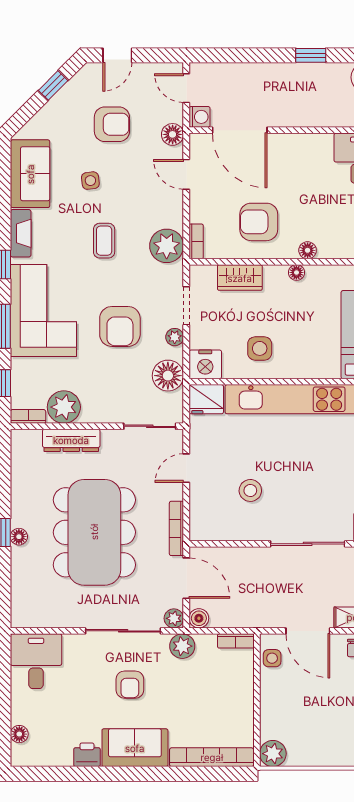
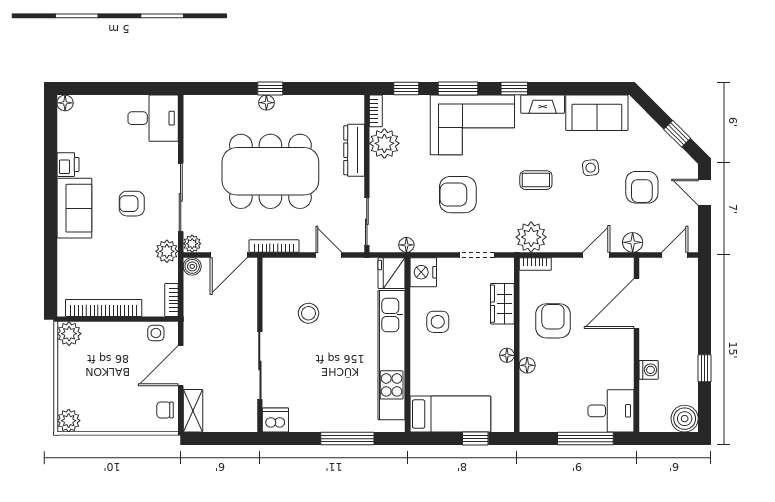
washing machine: (200, 117) -> (649, 370), moved, turned -90
plant: (175, 337) -> (448, 244), removed
floor lamp: (168, 376) -> (406, 245), width x0.53, depth x0.53
floor lamp: (19, 734) -> (65, 103), moved
bookcase: (212, 757) -> (104, 308), moved, turned -90

